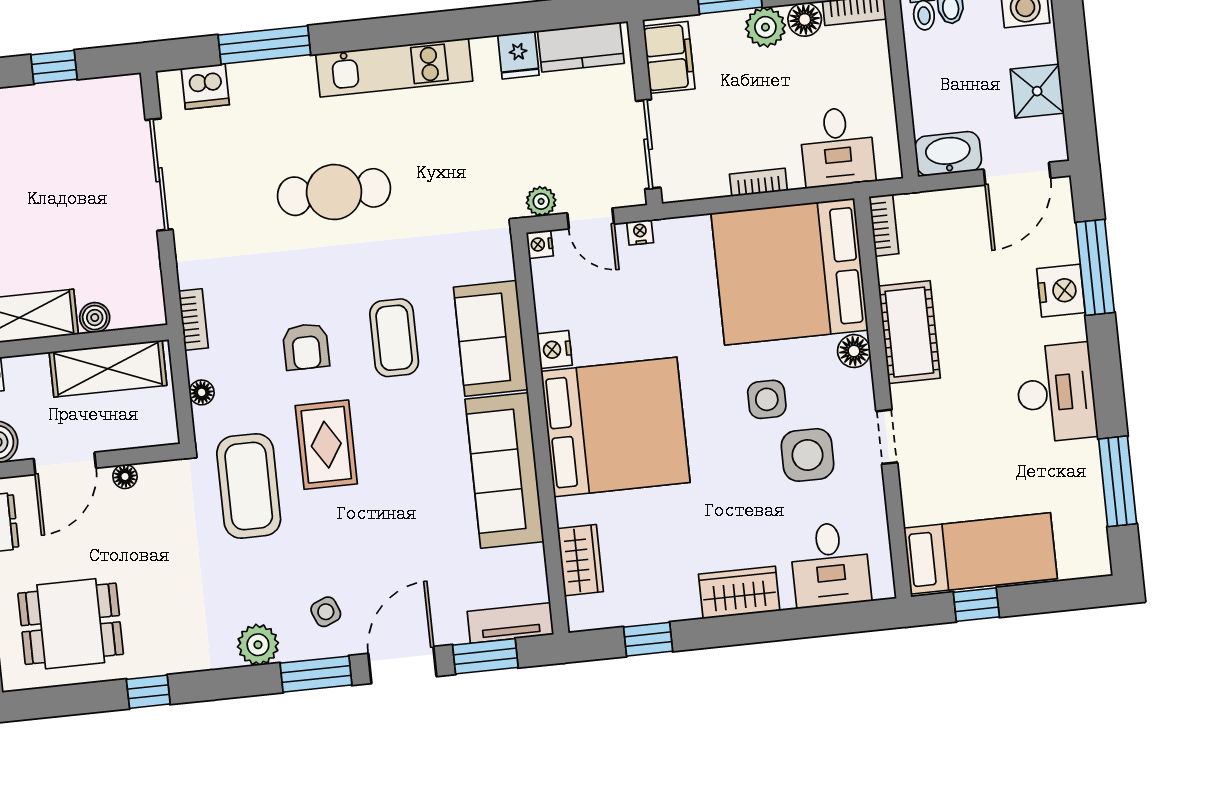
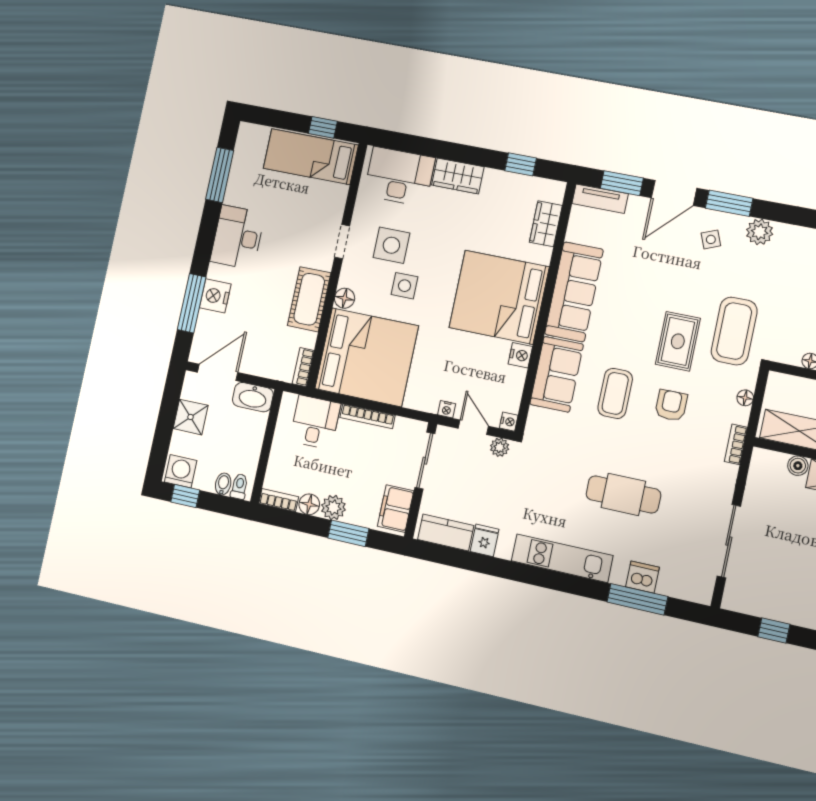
dishwasher: (205, 86) -> (642, 577), moved
bookcase: (758, 182) -> (367, 416), width x1.56
desk: (830, 564) -> (399, 176), width x1.37

